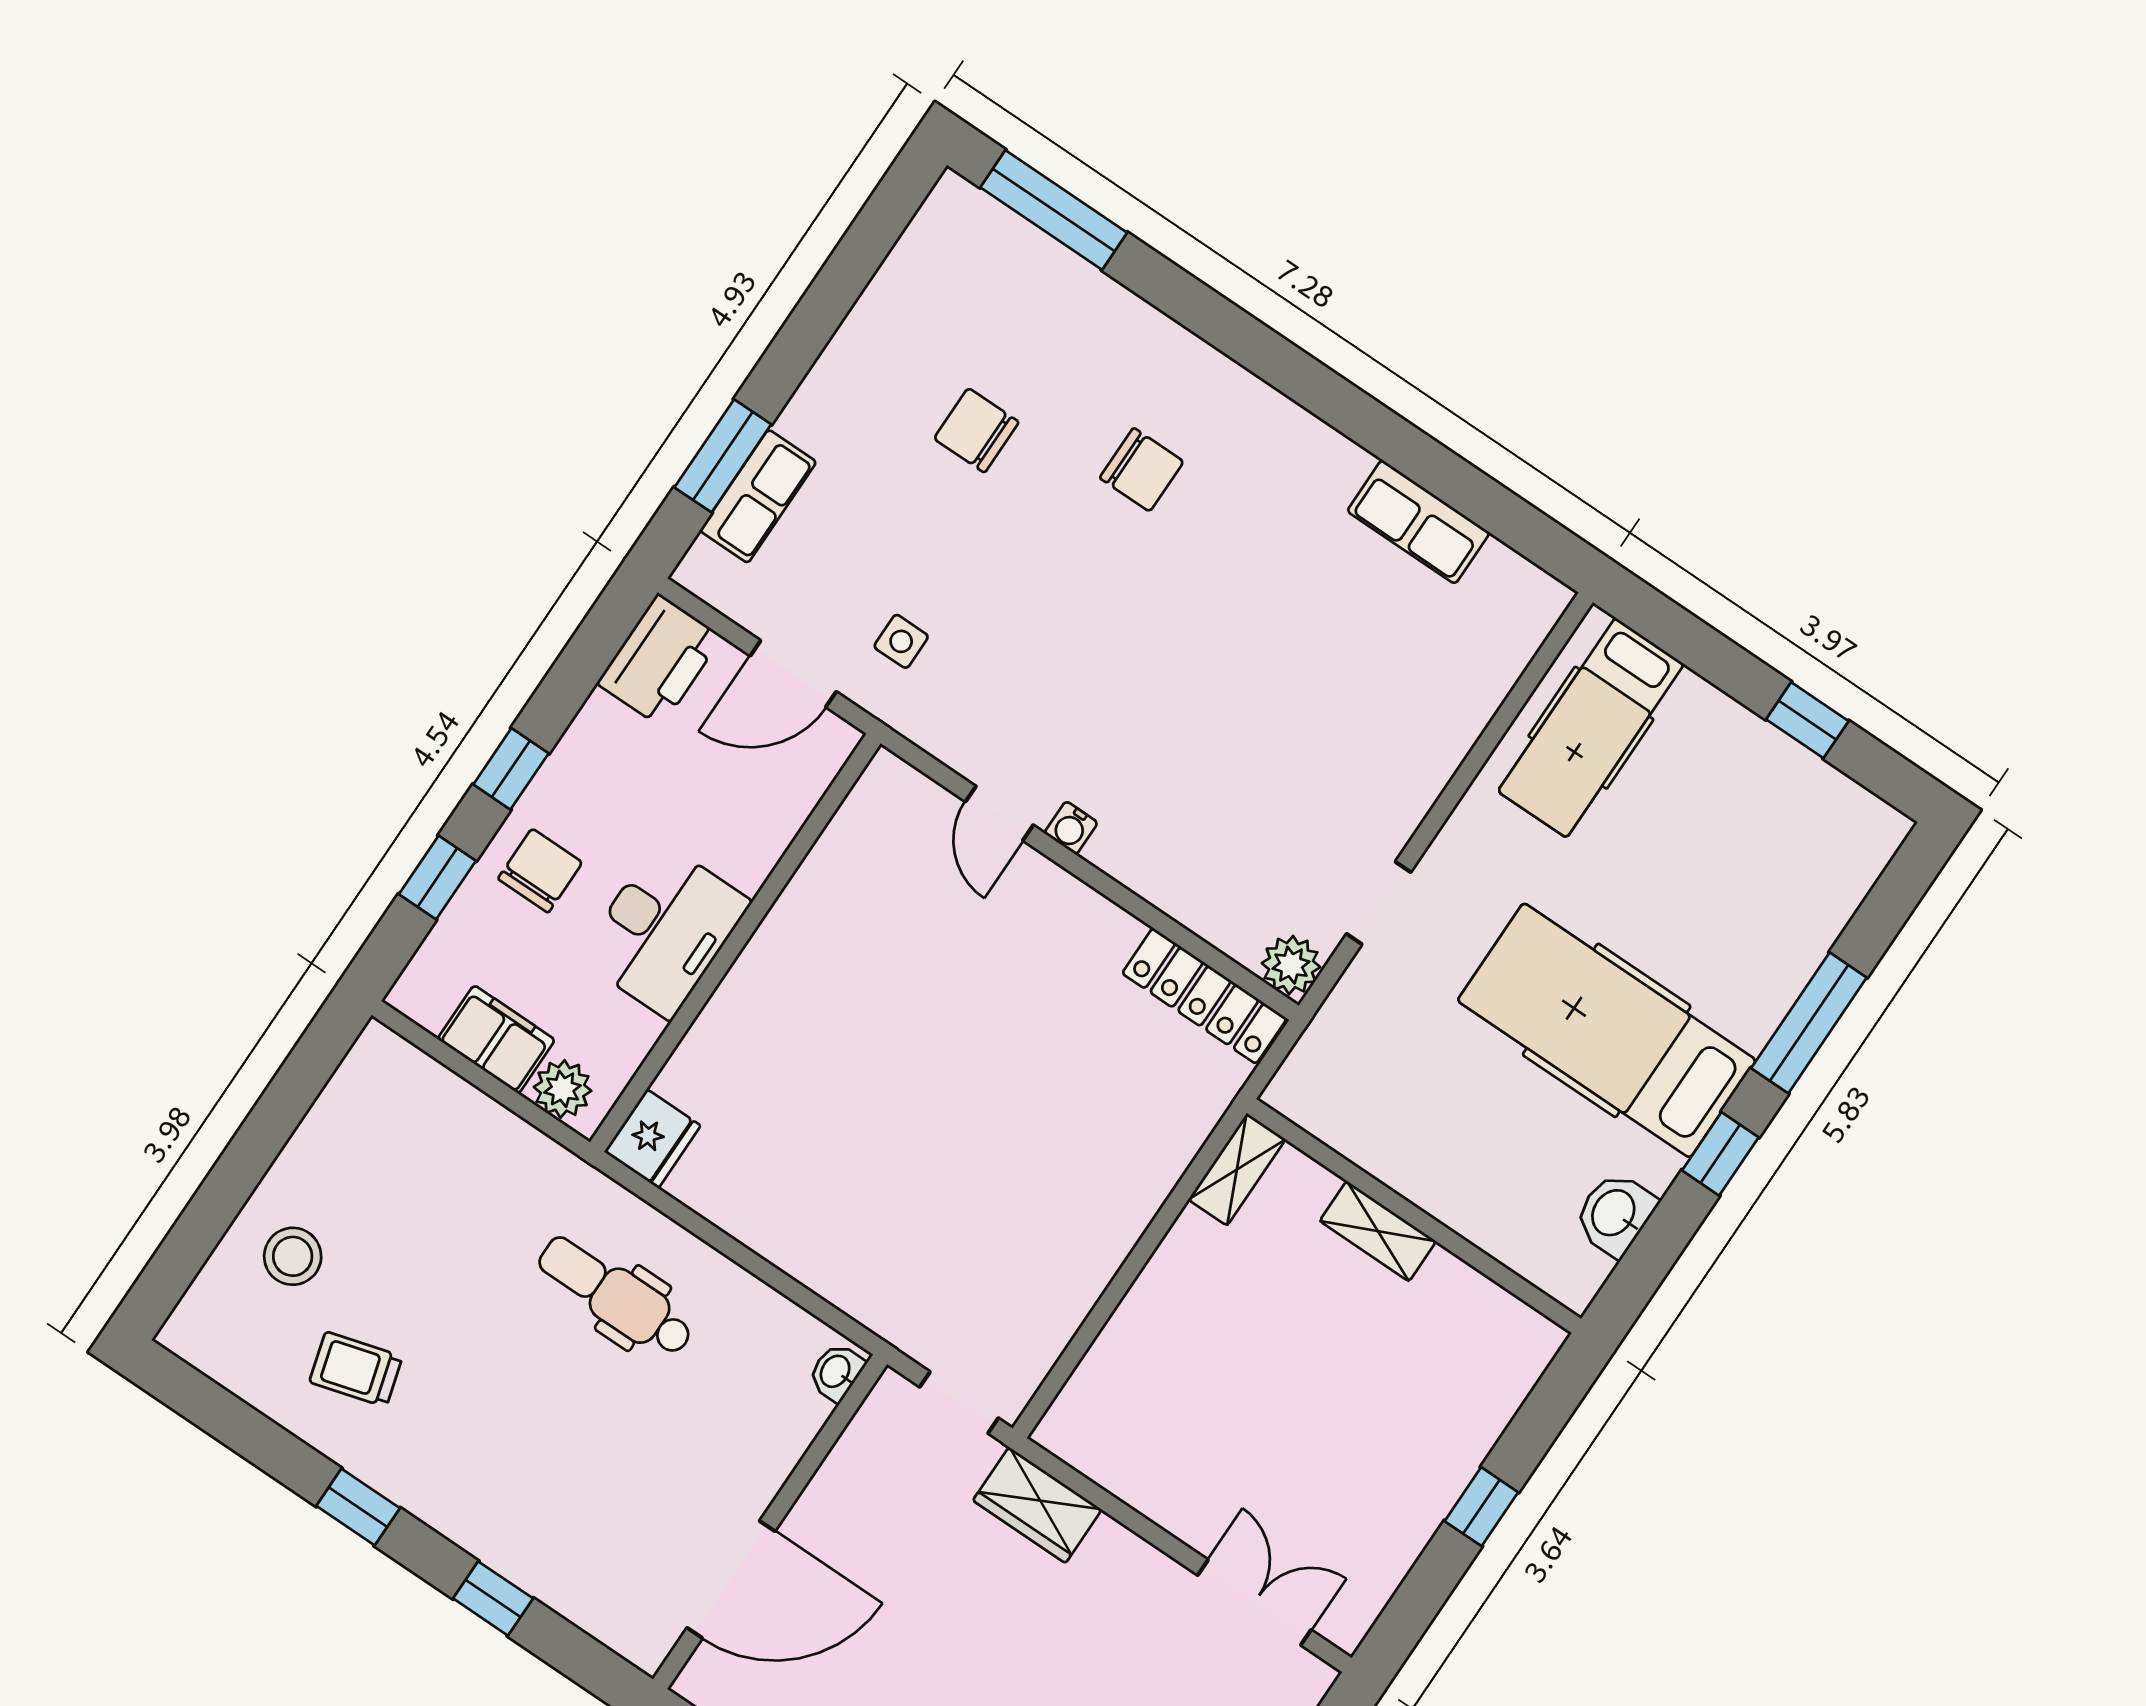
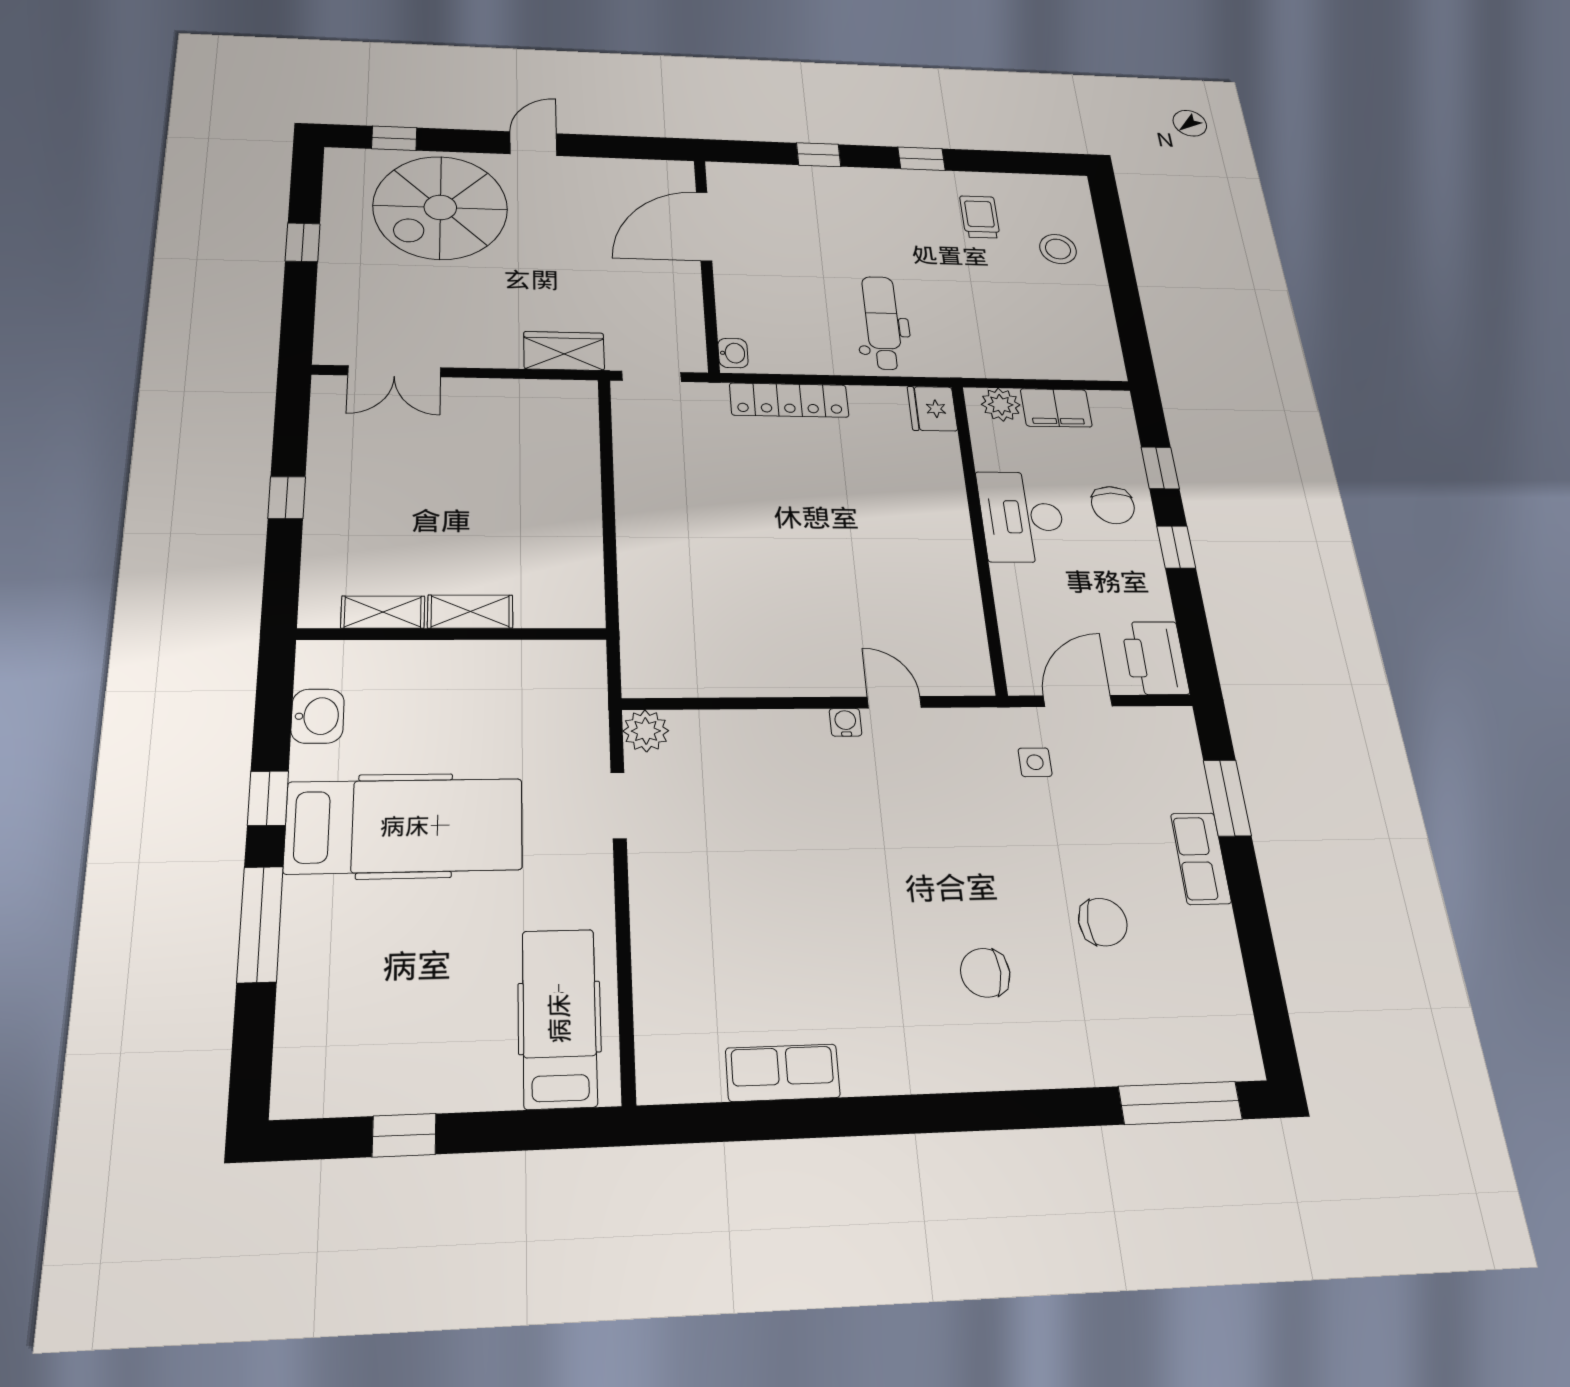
row of seats: (758, 496) -> (1201, 858), moved
locker: (1204, 996) -> (789, 400), moved, turned 180
shelving: (1237, 1169) -> (383, 612), moved, turned 90
dental chair: (616, 1296) -> (882, 323), turned -90
trolley: (356, 1369) -> (980, 217), turned -74

